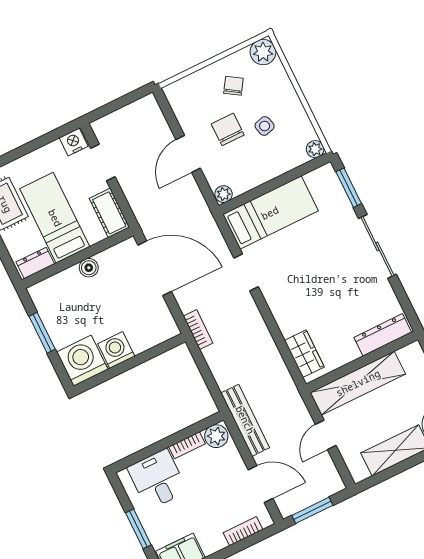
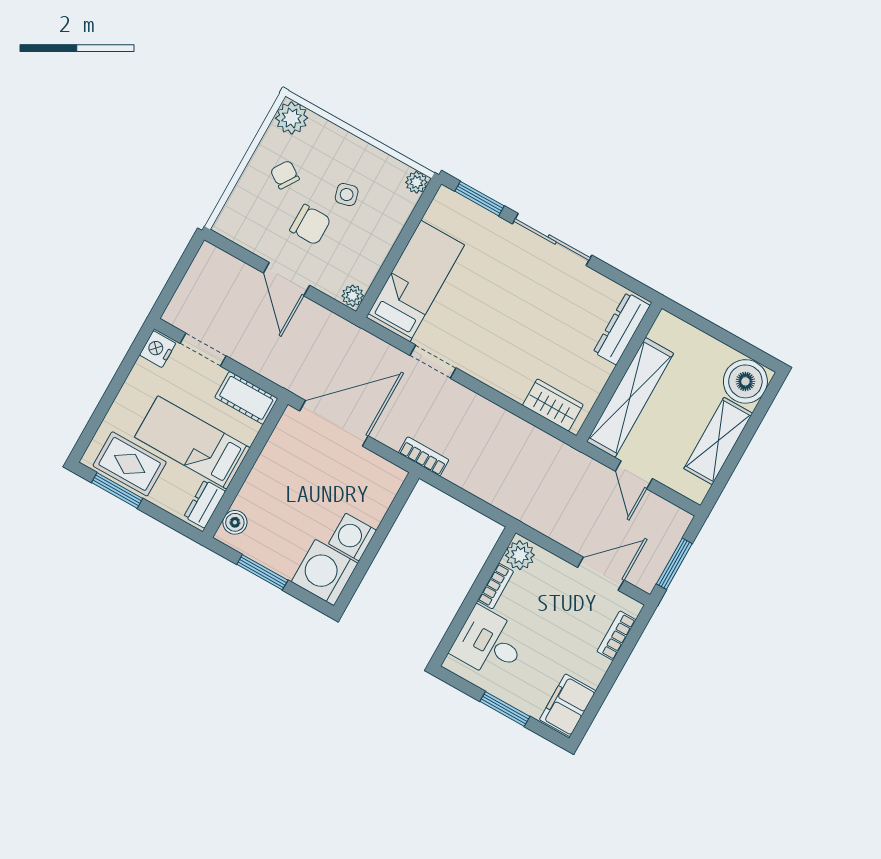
chair: (228, 129) -> (310, 225), turned 180
boiler: (89, 268) -> (235, 522), moved
bench: (245, 420) -> (539, 518), removed

